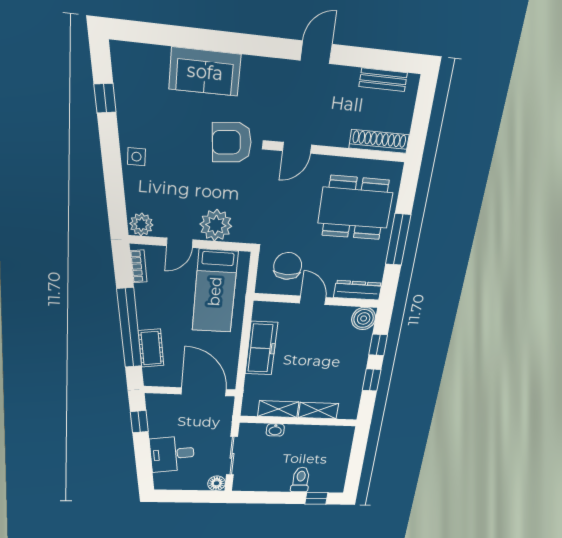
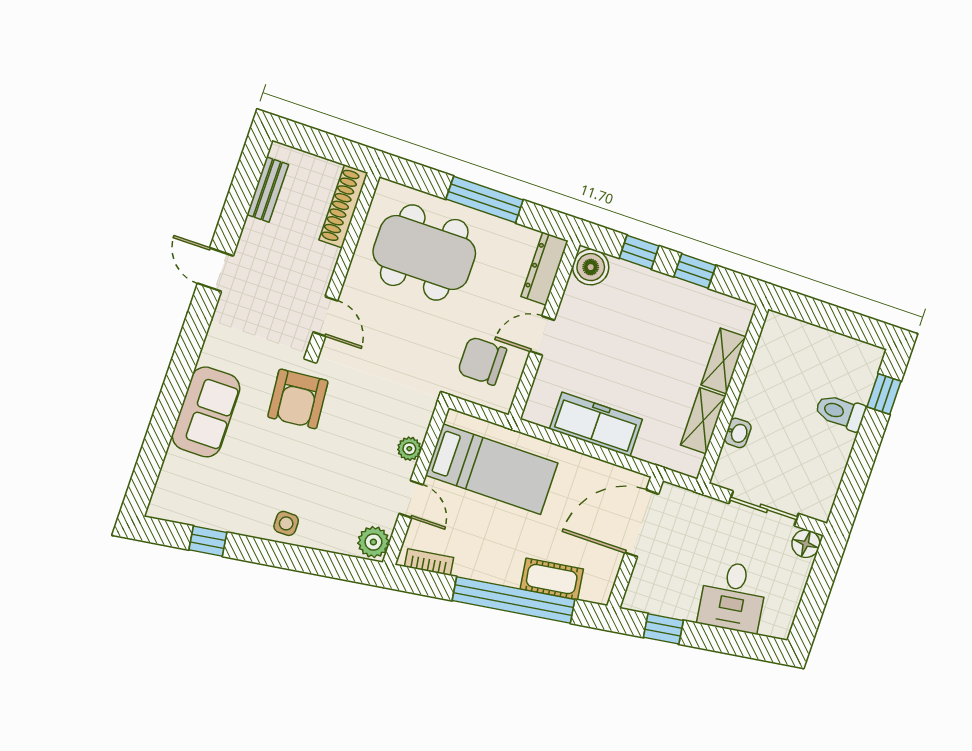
dining table: (355, 208) -> (424, 252), turned 90
plant: (216, 225) -> (409, 449), width x0.53, depth x0.53

